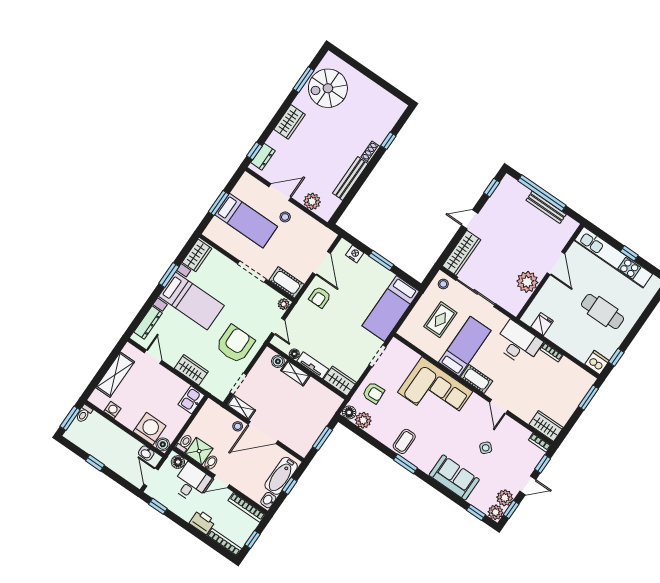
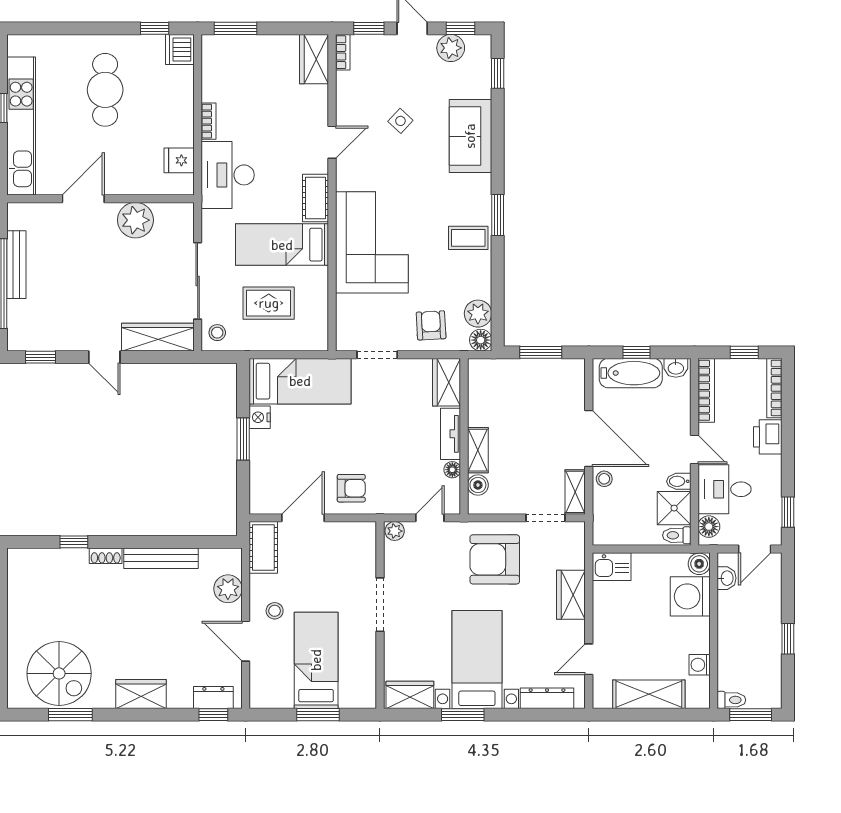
nightstand: (355, 254) -> (260, 417), moved
cot: (287, 282) -> (263, 547), moved
plant: (496, 512) -> (479, 47), removed

